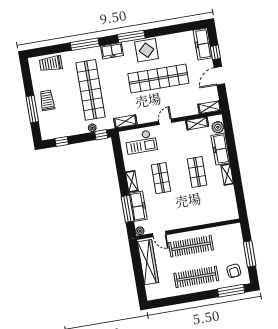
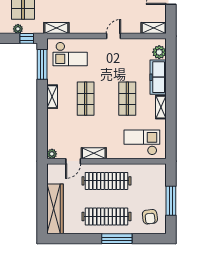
door: (165, 122) -> (113, 36), moved
shelving: (197, 123) -> (94, 153), moved
freezer: (138, 206) -> (55, 126), removed
checkout: (216, 208) -> (142, 142), added
window: (127, 209) -> (42, 64), moved
door: (159, 234) -> (73, 161), hinge flipped
wardrobe: (148, 262) -> (55, 209), moved
window: (231, 291) -> (117, 239), moved

